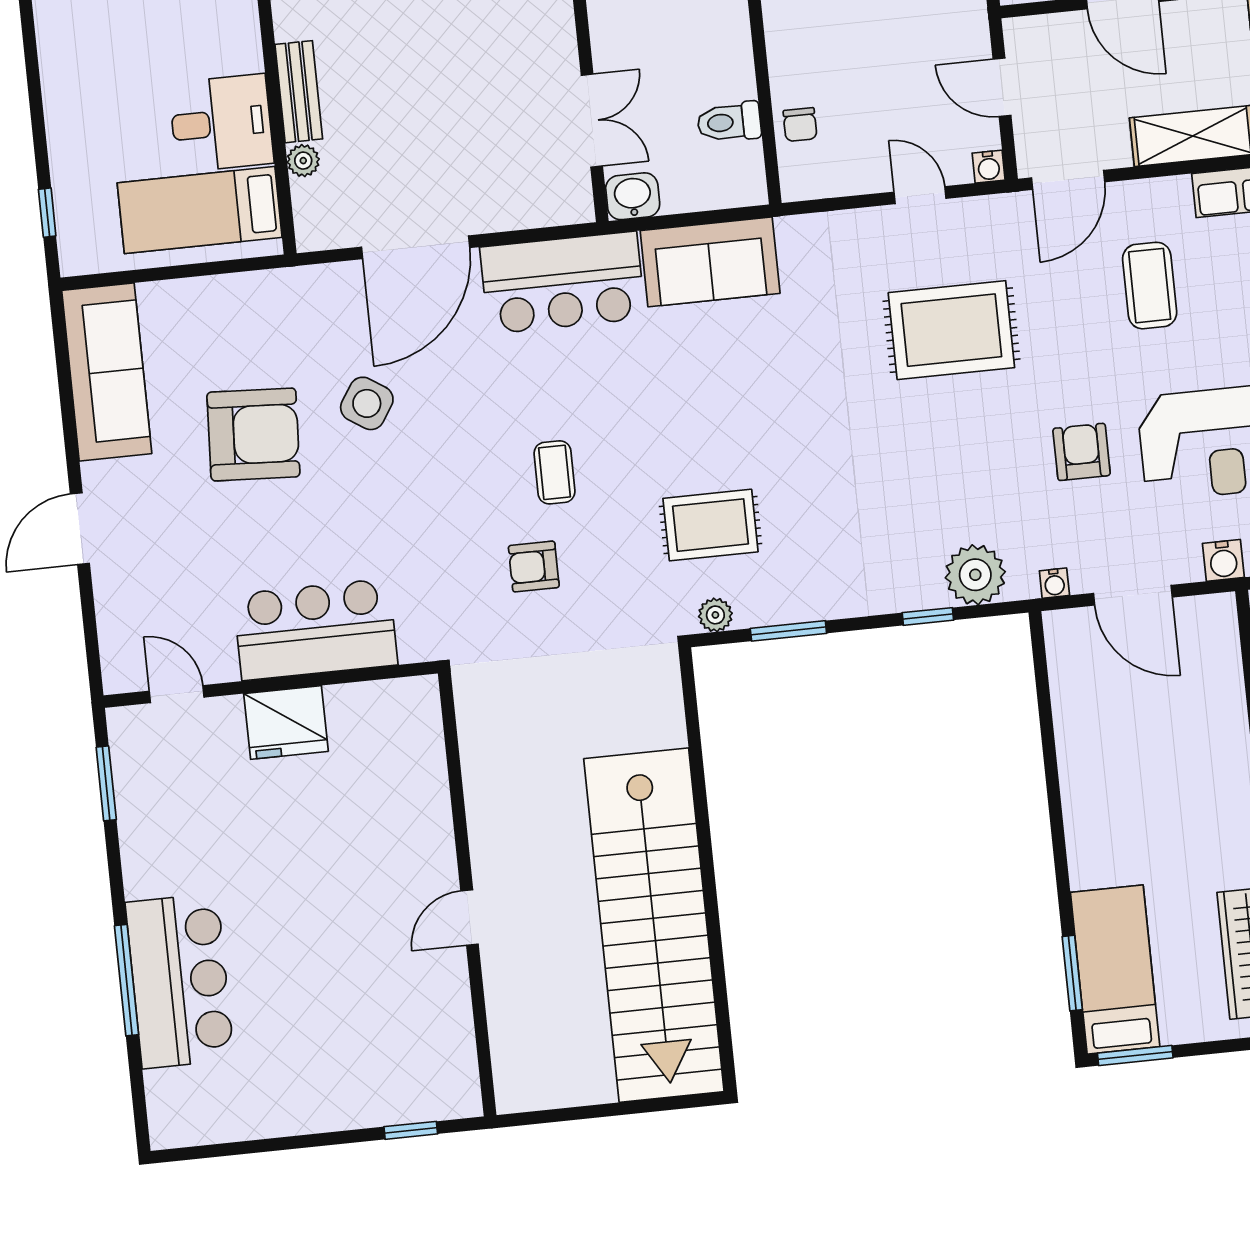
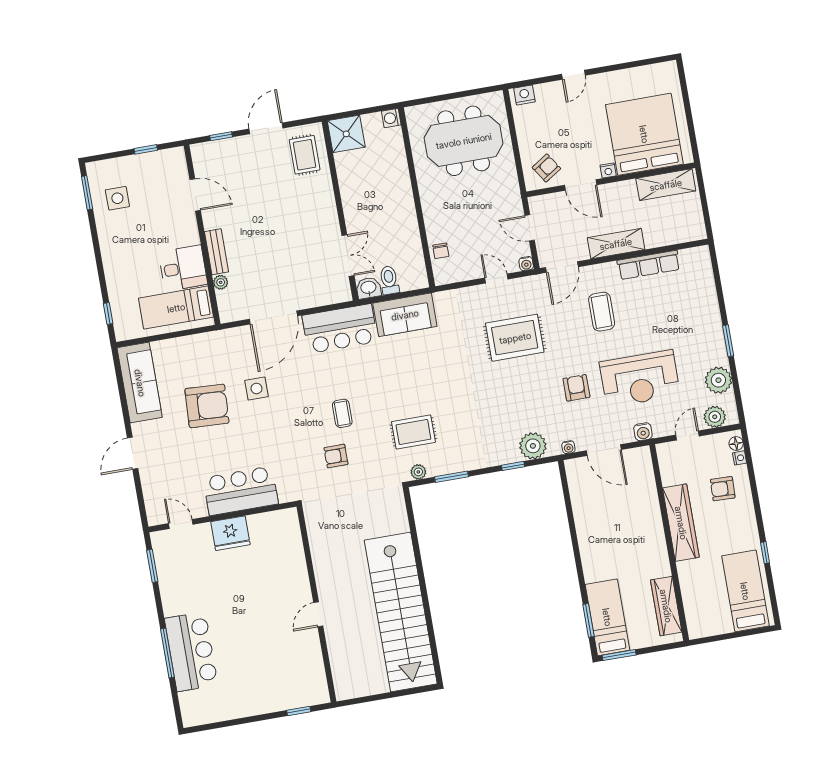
toilet: (729, 122) -> (389, 280), moved, turned 90
side table: (367, 403) -> (256, 388), turned -33

